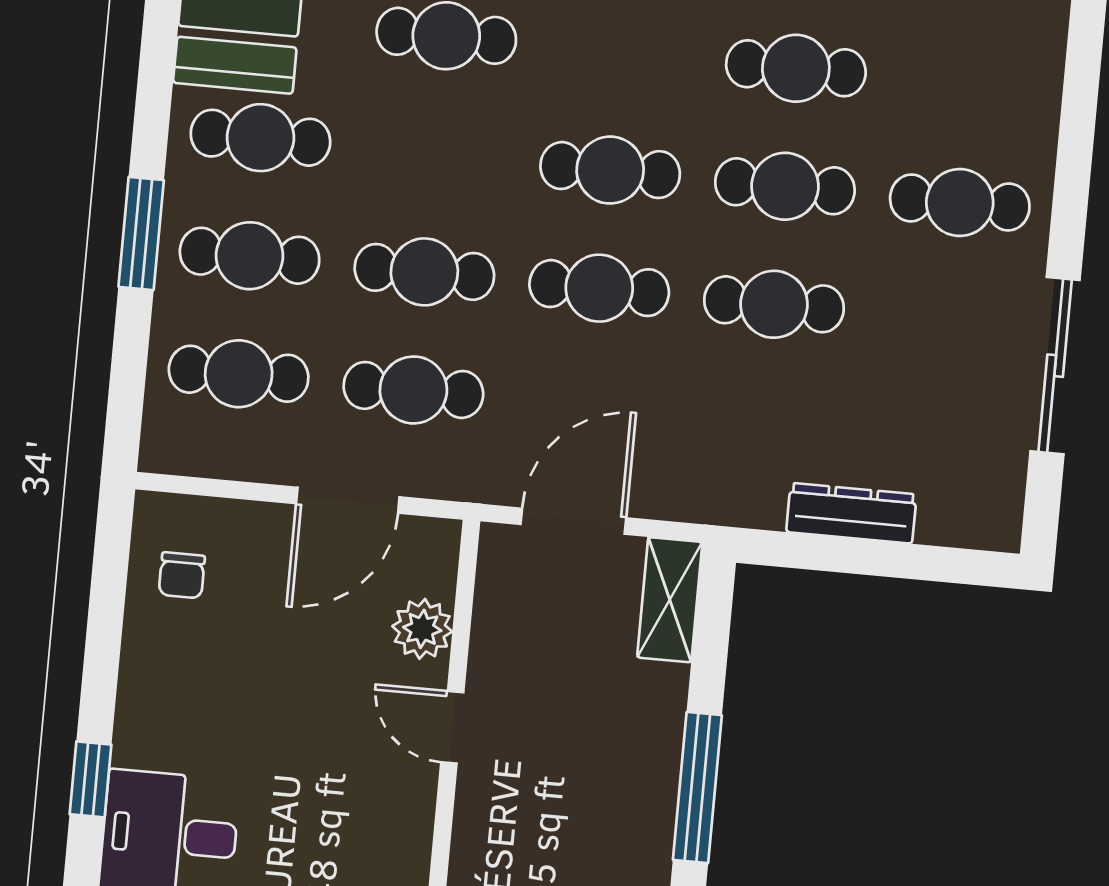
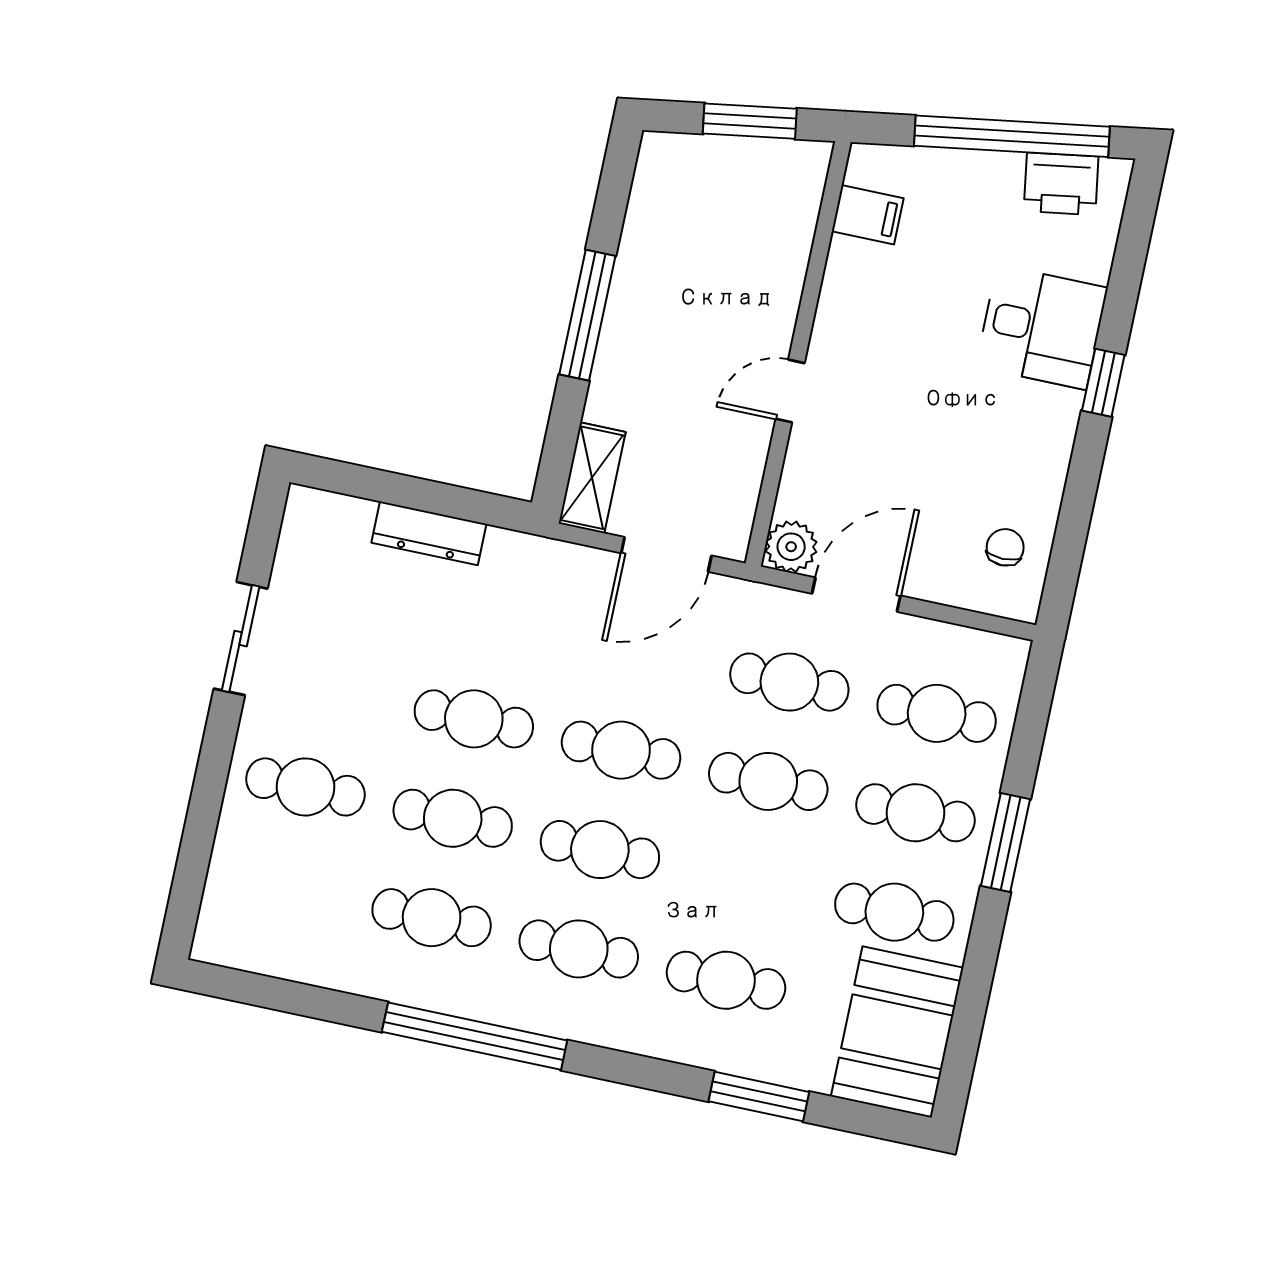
cafe table: (621, 52) -> (579, 949), added
sliding door: (1055, 366) -> (241, 639), width x0.73
plant: (422, 629) -> (791, 547), moved
door: (452, 727) -> (790, 391), swing flipped

